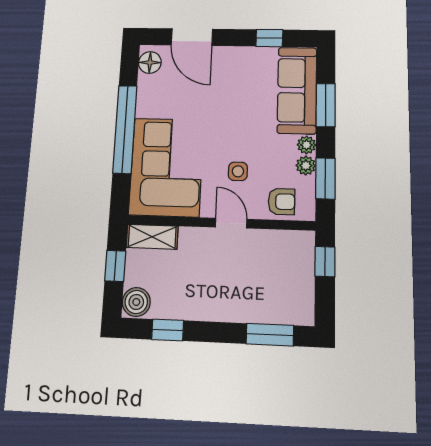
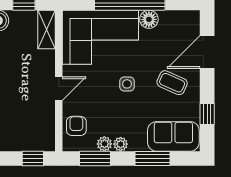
floor lamp: (150, 63) -> (149, 19), moved
coffee table: (228, 79) -> (172, 83), added
sofa: (297, 90) -> (173, 136), width x0.73
side table: (238, 171) -> (127, 84), moved
armchair: (282, 202) -> (76, 126), turned 180

